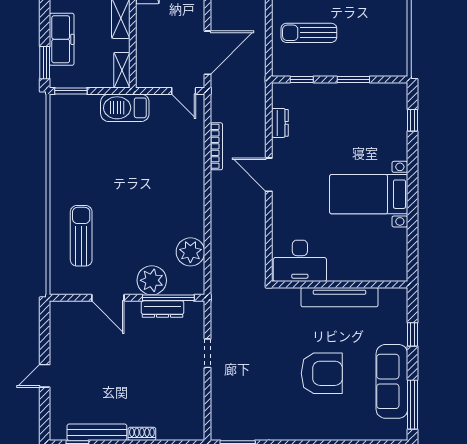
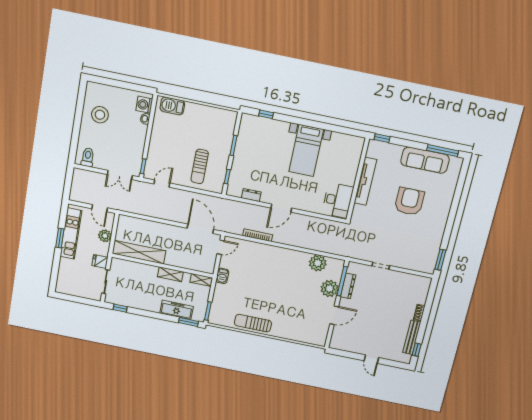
barbecue: (125, 108) -> (222, 276), width x0.53, depth x0.65
sun lounger: (81, 236) -> (253, 323), moved
window: (412, 334) -> (382, 138), moved

